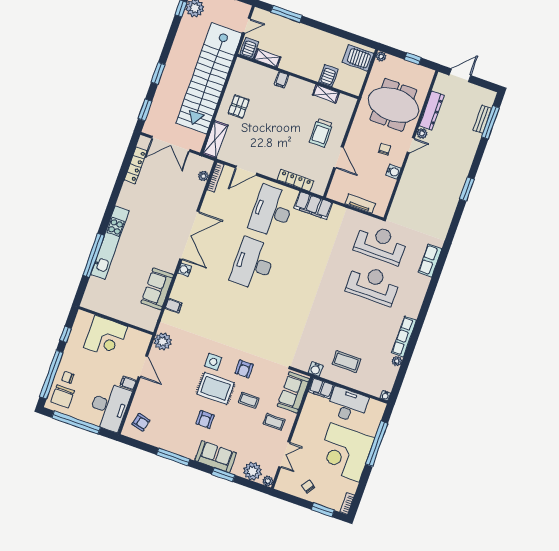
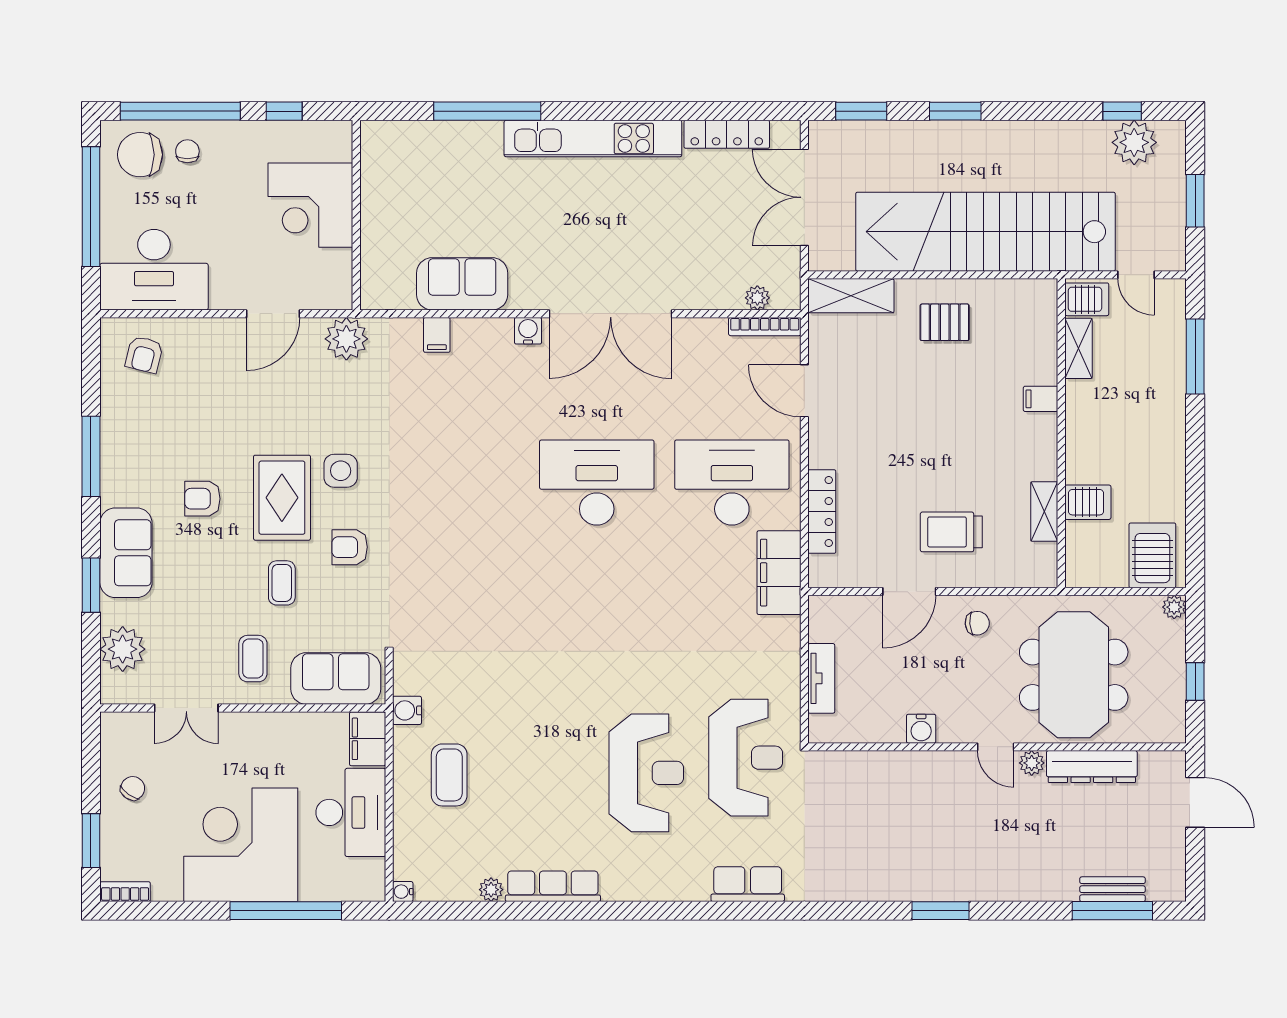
chair: (385, 149) -> (977, 623), moved
kitchen unit: (110, 243) -> (593, 138), moved
filing cabinet: (128, 383) -> (223, 293), removed
plant: (268, 481) -> (113, 692), removed

